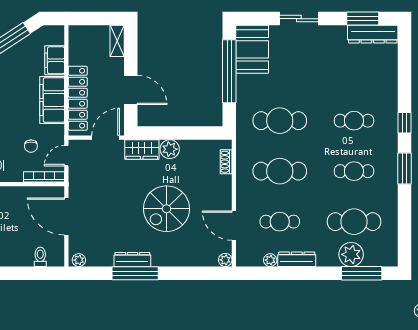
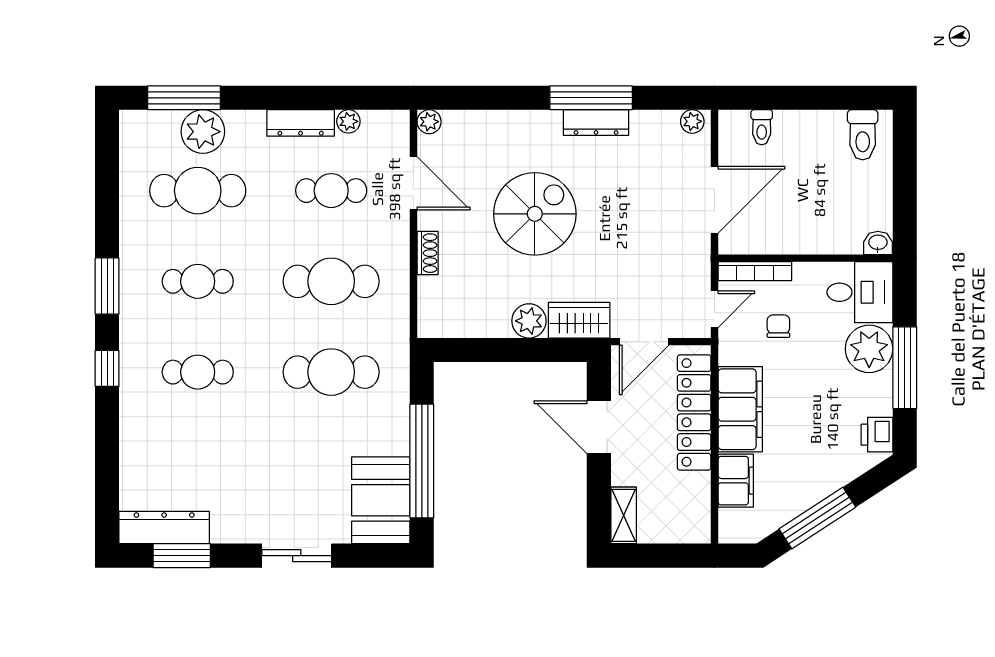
shoe rack: (226, 162) -> (428, 253), moved
door: (66, 217) -> (715, 200), hinge flipped

